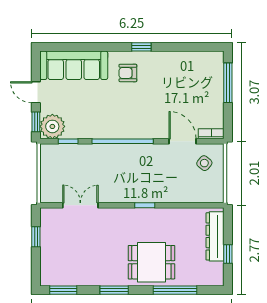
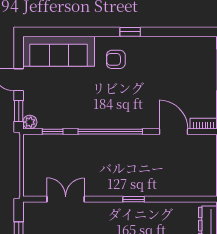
plant: (52, 126) -> (30, 122), width x0.53, depth x0.53
side table: (204, 163) -> (197, 155), removed

